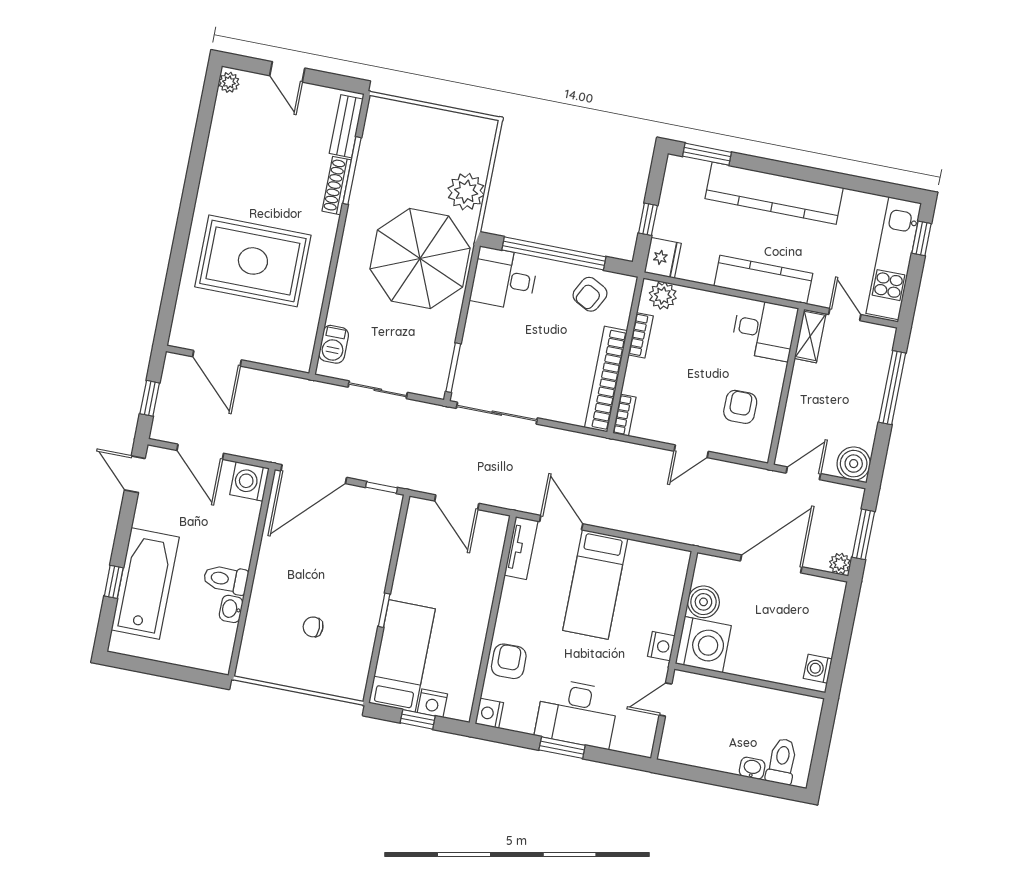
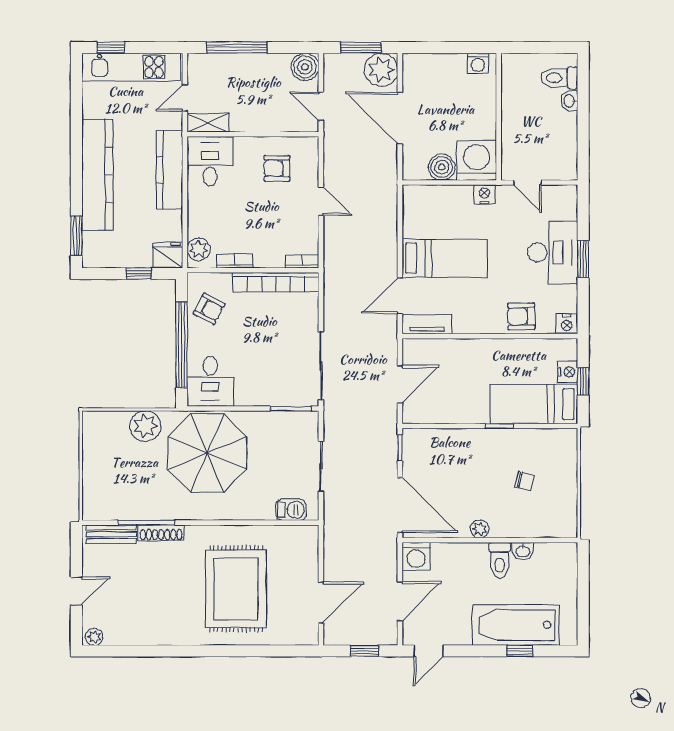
plant: (267, 563) -> (480, 529), added
plant: (840, 564) -> (381, 70), width x1.87, depth x1.87
chair: (313, 627) -> (525, 481), turned -78

